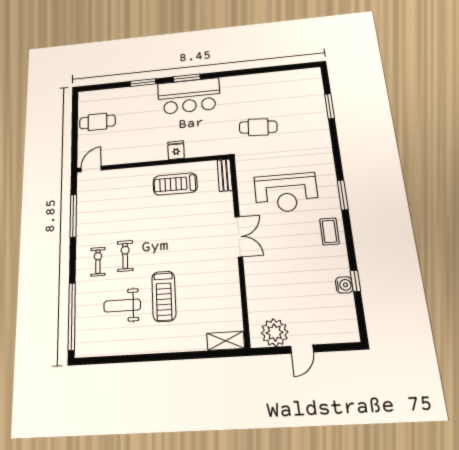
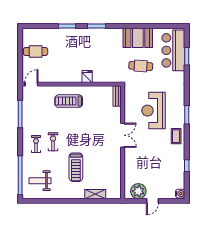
booth: (250, 88) -> (138, 38), added
bar counter: (189, 96) -> (173, 50), moved, turned 90
treadmill: (175, 184) -> (69, 101), moved
reception desk: (286, 193) -> (154, 111), turned 90
water cooler: (344, 285) -> (180, 194), moved
weight bench: (122, 305) -> (40, 181), moved
shelving: (226, 341) -> (95, 194), moved

